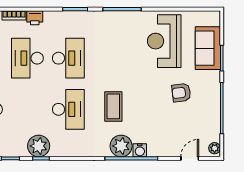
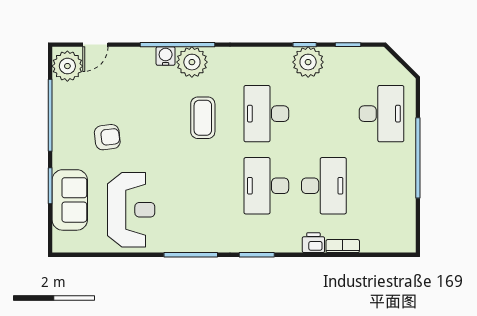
plant: (215, 148) -> (67, 66), width x1.88, depth x1.88

